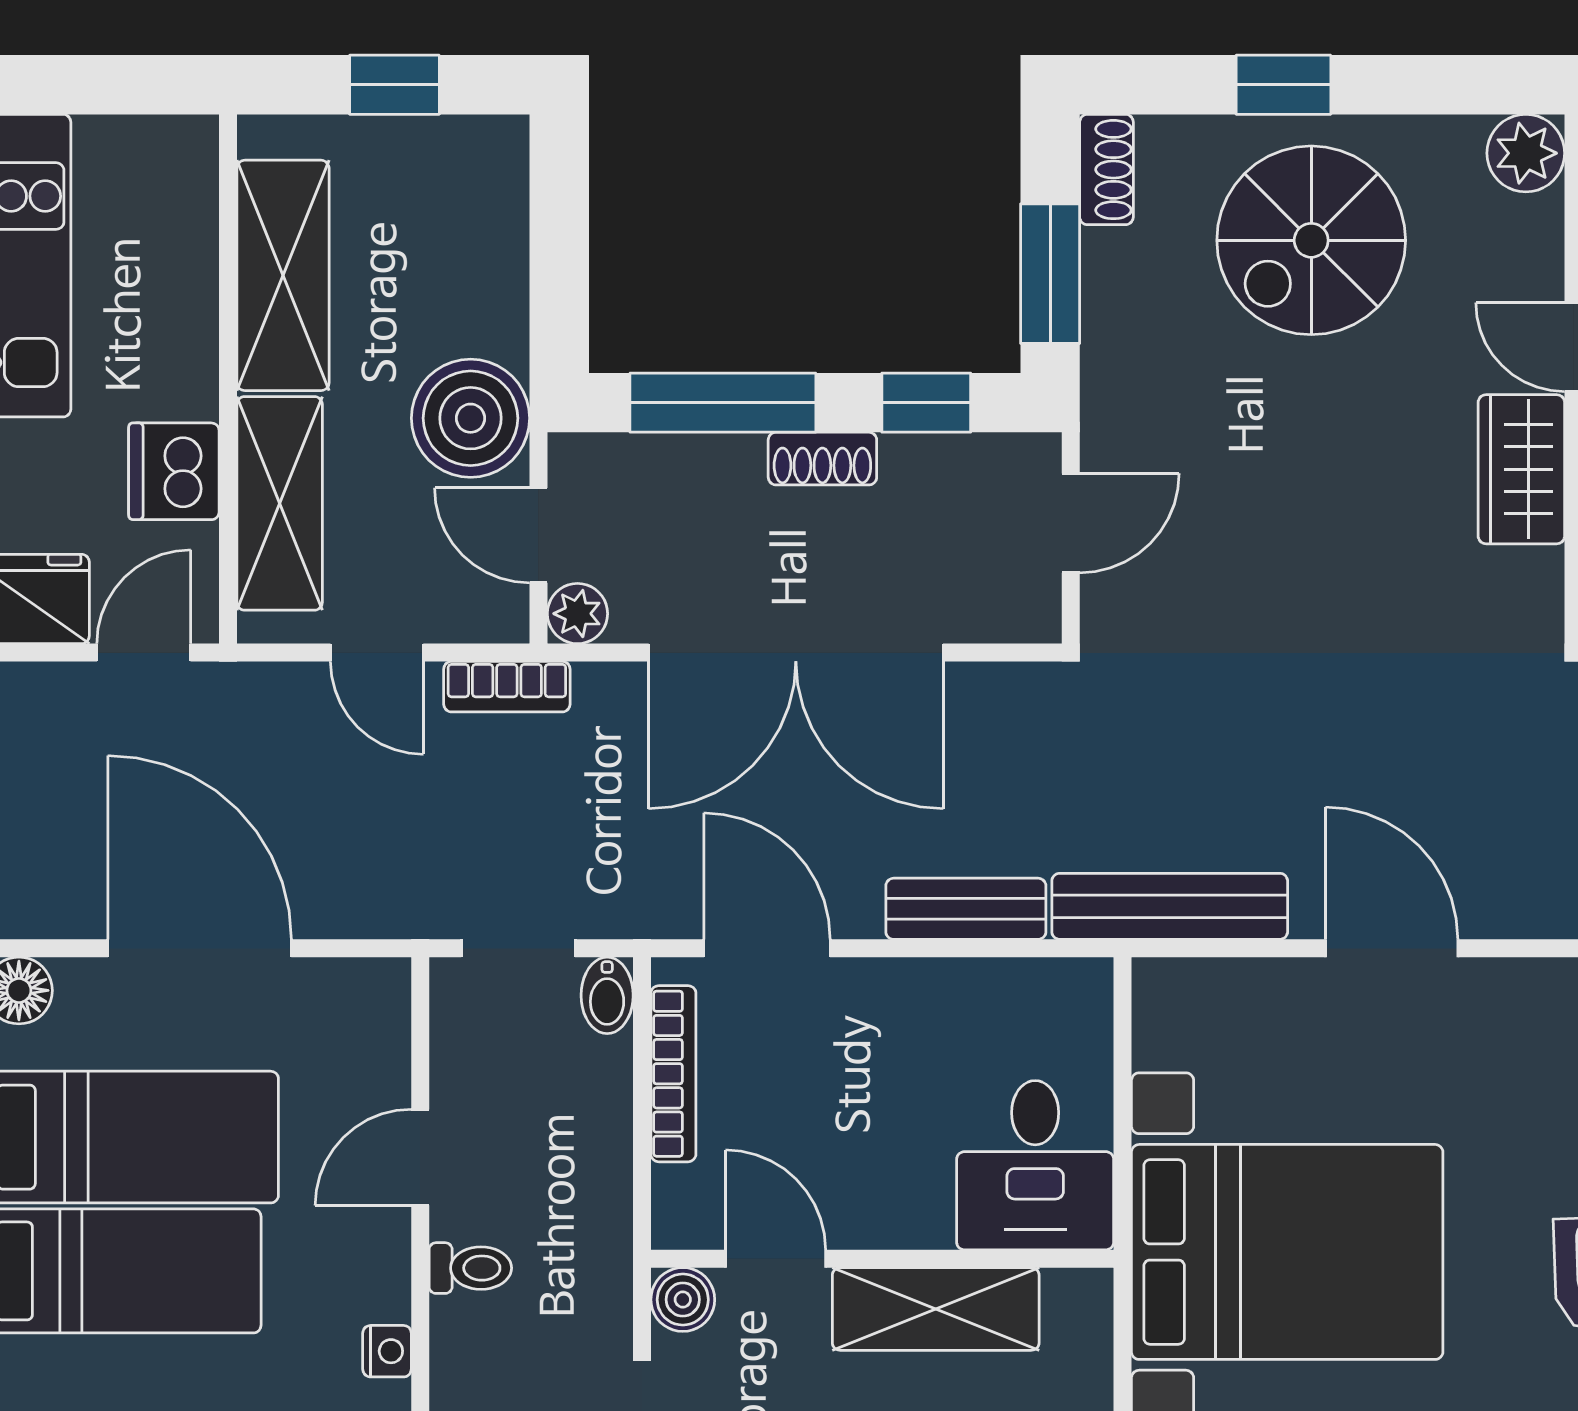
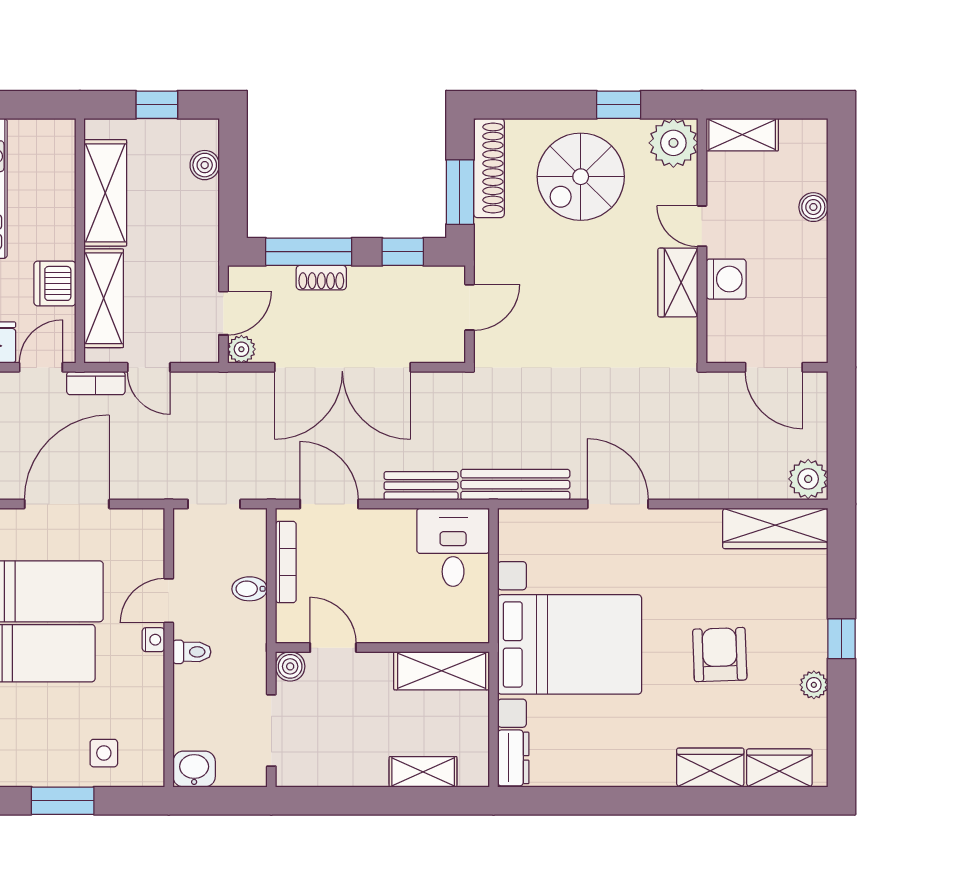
window: (1283, 85) -> (619, 105), moved
plant: (1526, 153) -> (673, 143), width x1.36, depth x1.36
shoe rack: (1106, 170) -> (489, 168), width x1.94, depth x1.24
boiler: (471, 418) -> (205, 165), moved, width x0.54, depth x0.54
shoe rack: (822, 459) -> (321, 278), moved
door: (538, 535) -> (223, 313), swing flipped
bookcase: (507, 687) -> (96, 383), moved
door: (200, 948) -> (67, 504), hinge flipped
bidet: (607, 995) -> (249, 589), moved, turned 90
desk: (1035, 1165) -> (453, 547), moved, turned 180
shelving: (936, 1309) -> (442, 671), moved
nightstand: (387, 1351) -> (153, 640), moved

